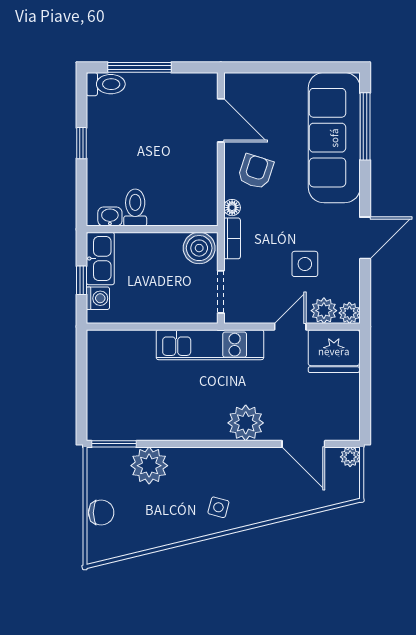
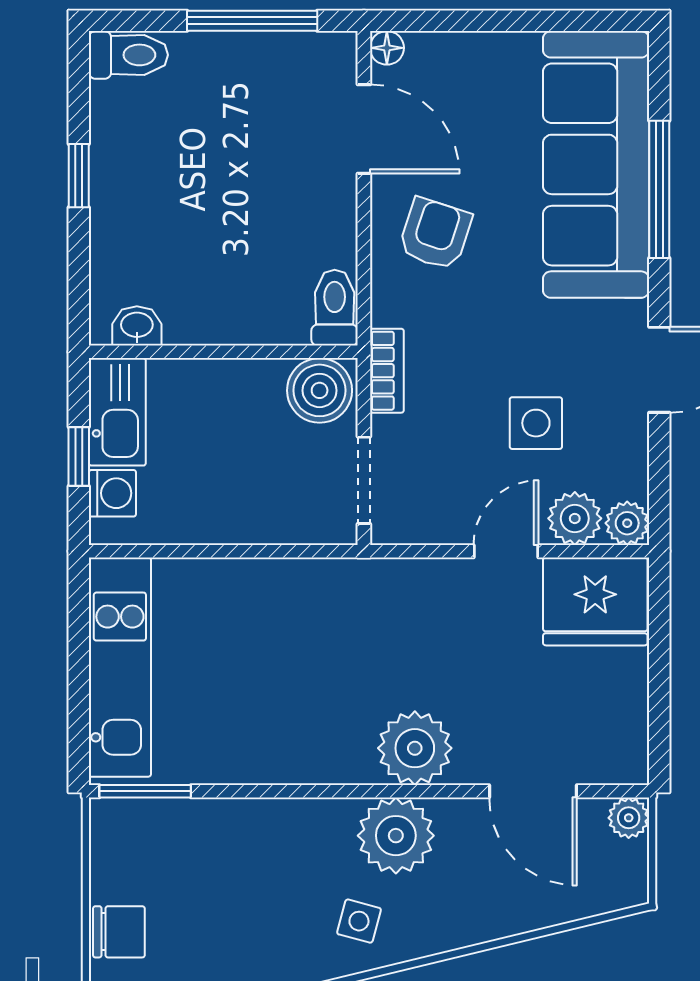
window: (139, 67) -> (252, 21), moved
window: (365, 126) -> (659, 189), moved
toilet: (135, 208) -> (335, 308), moved
floor lamp: (232, 208) -> (387, 48), moved
kitchen unit: (210, 345) -> (120, 667), moved, turned -90
plant: (149, 466) -> (396, 836), moved

